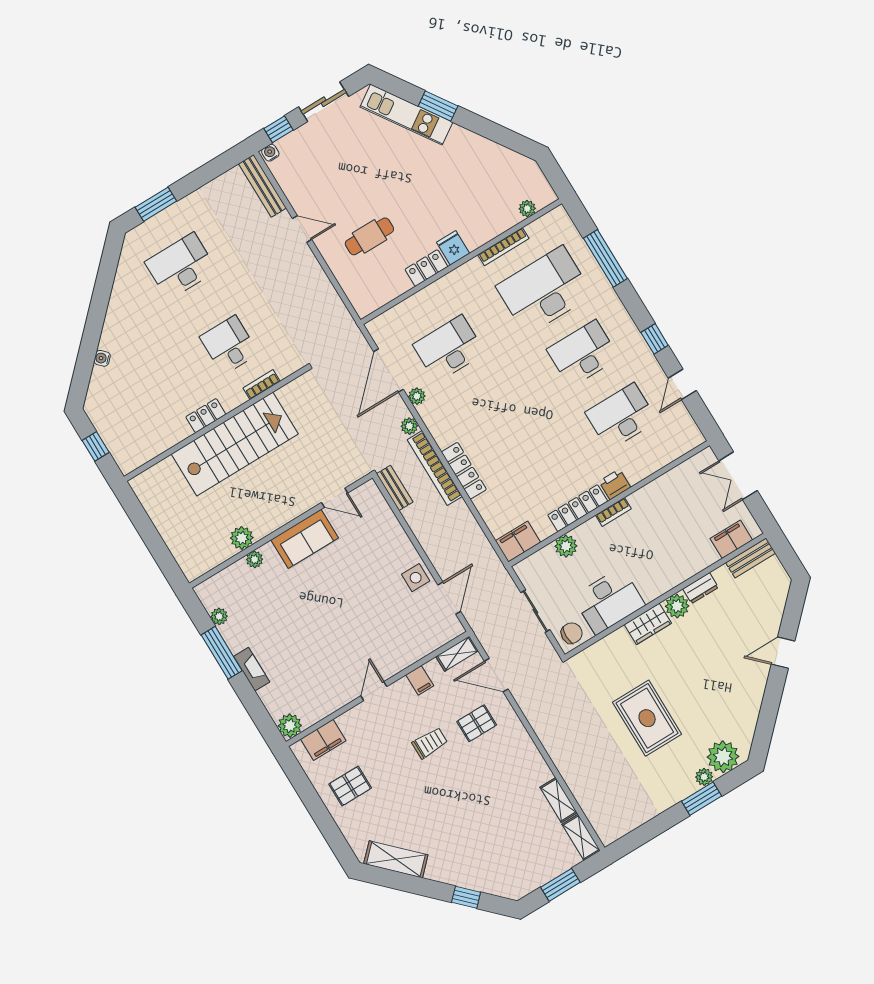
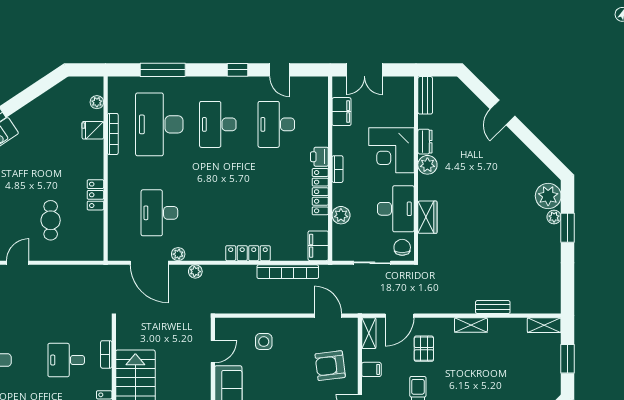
fridge: (453, 248) -> (93, 130), moved
bookcase: (435, 468) -> (288, 272), moved
bench: (395, 488) -> (493, 307), moved
filing cabinet: (731, 539) -> (341, 112), moved, turned 180
corner desk: (669, 558) -> (391, 150), added
side table: (416, 578) -> (264, 342), moved
wardrobe: (648, 624) -> (427, 217), moved
armchair: (397, 633) -> (330, 366), added
rug: (647, 718) -> (491, 231), removed
shelving: (559, 800) -> (471, 325), moved

